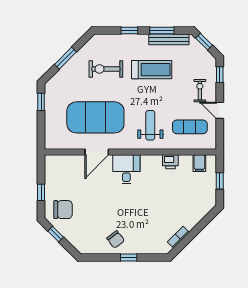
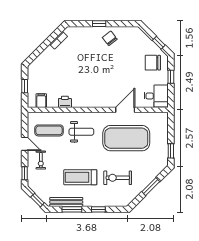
exercise bike: (106, 69) -> (118, 178), turned 180
weight bench: (150, 125) -> (81, 132), turned -90
desk: (126, 169) -> (156, 96), moved, turned -90

